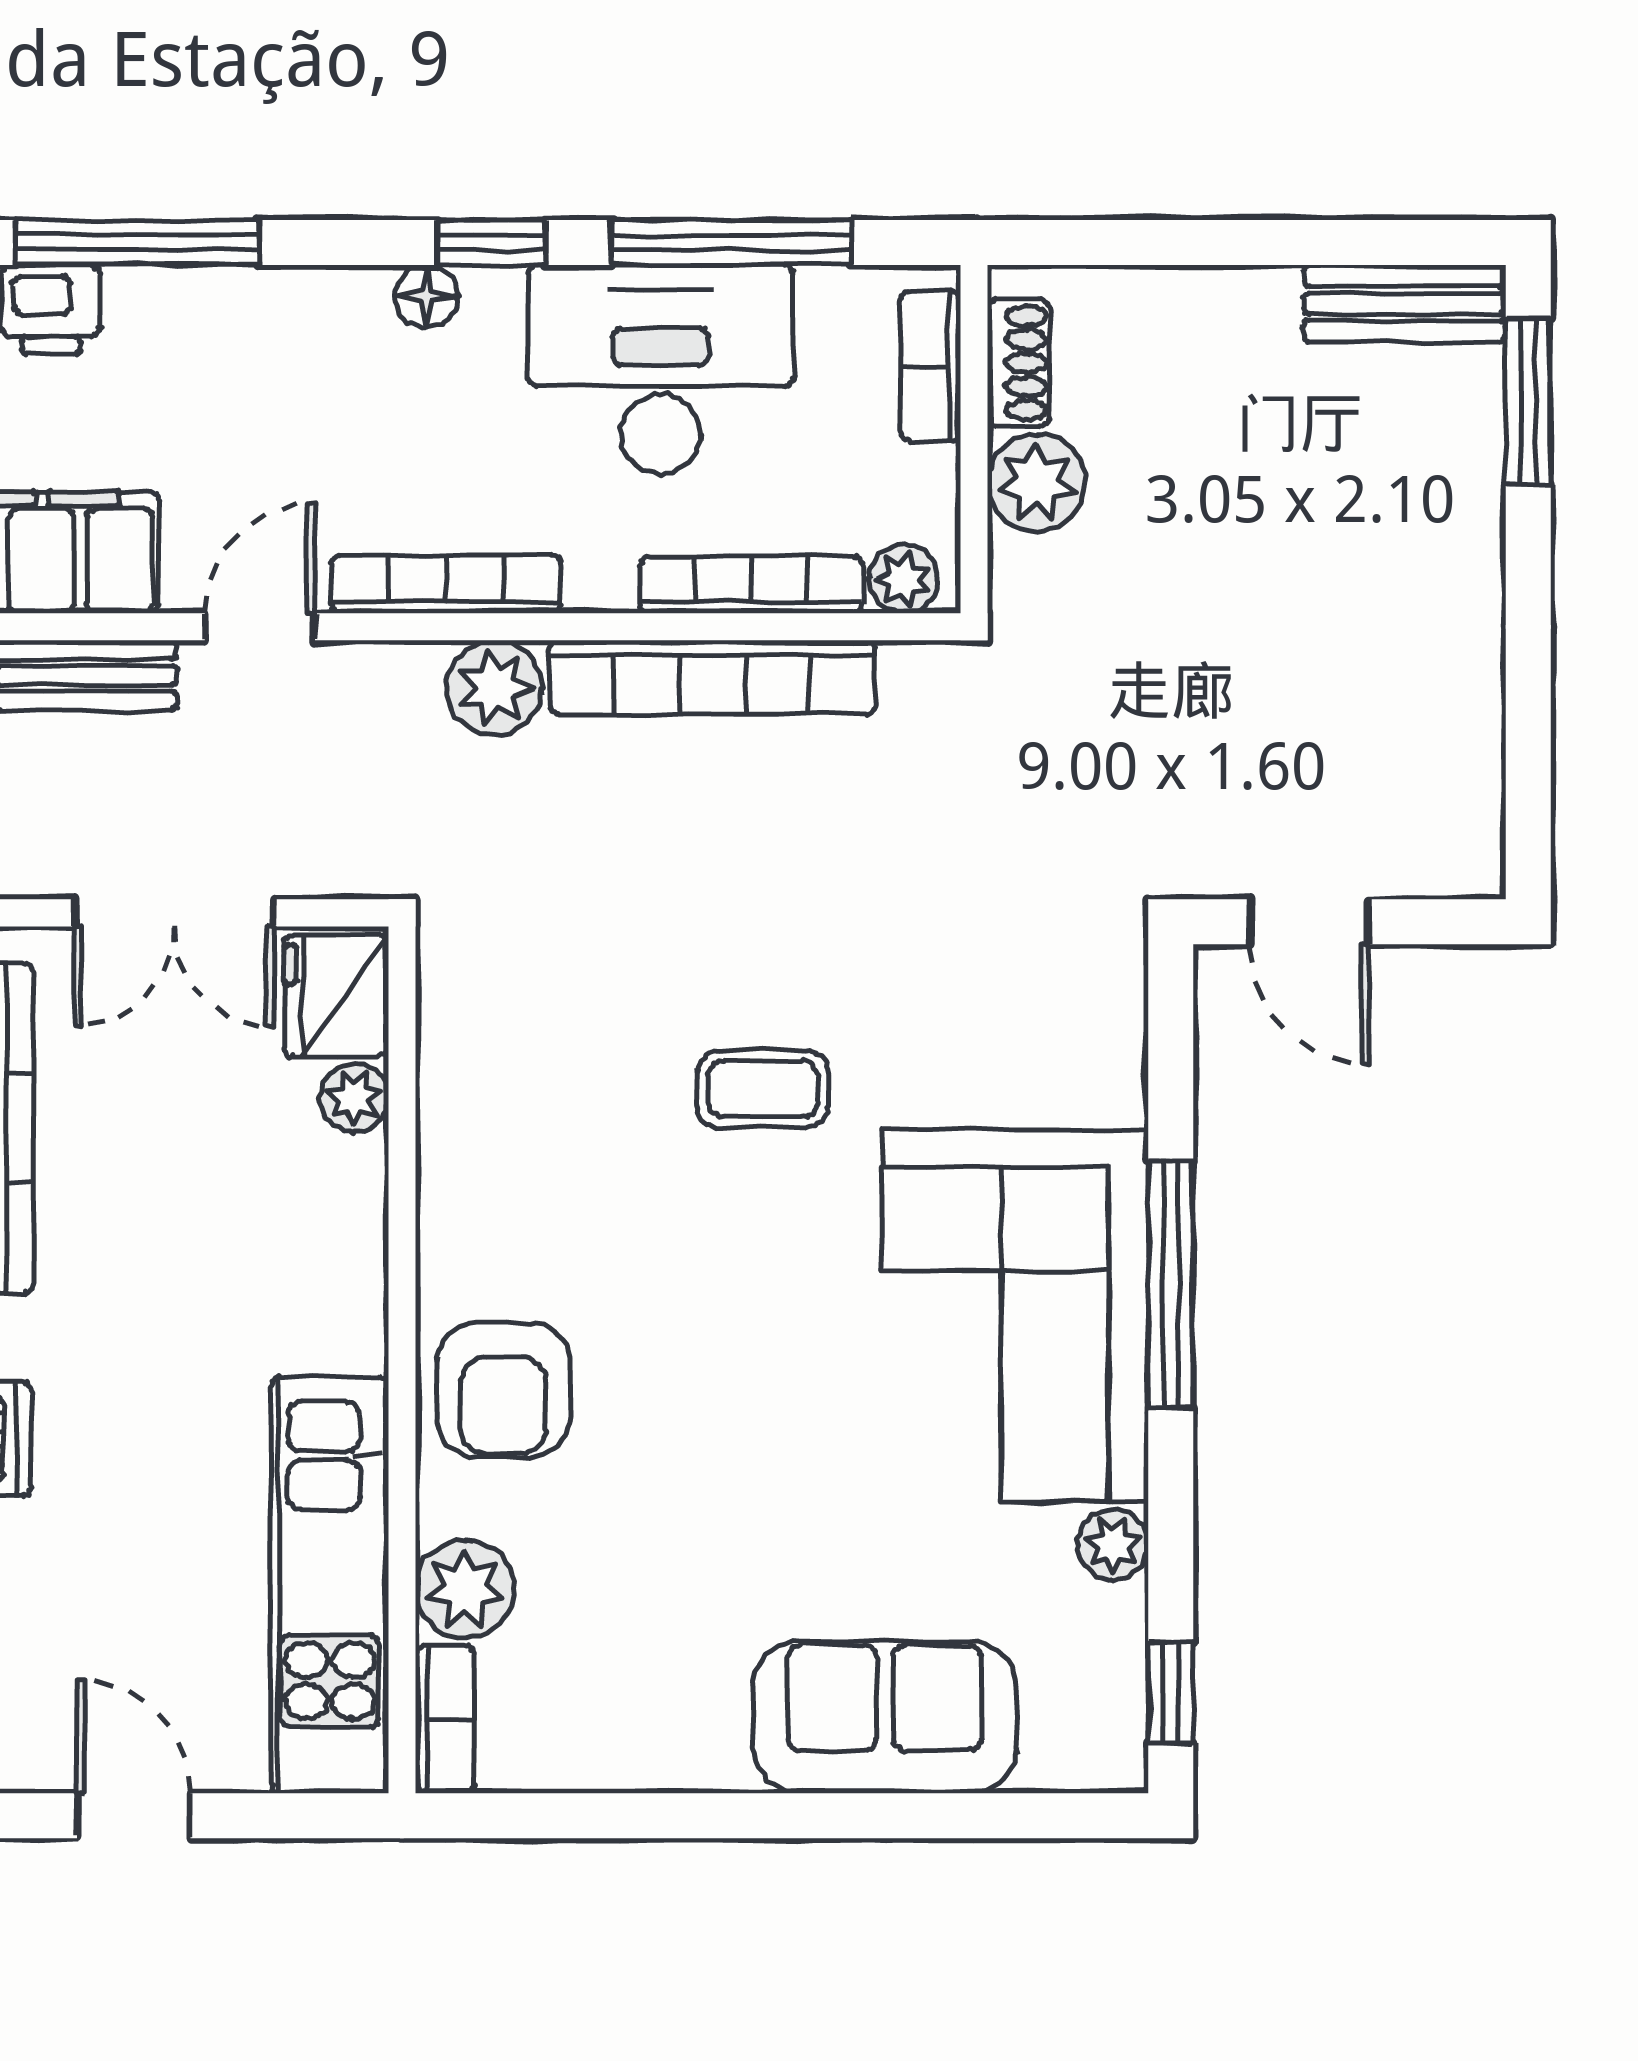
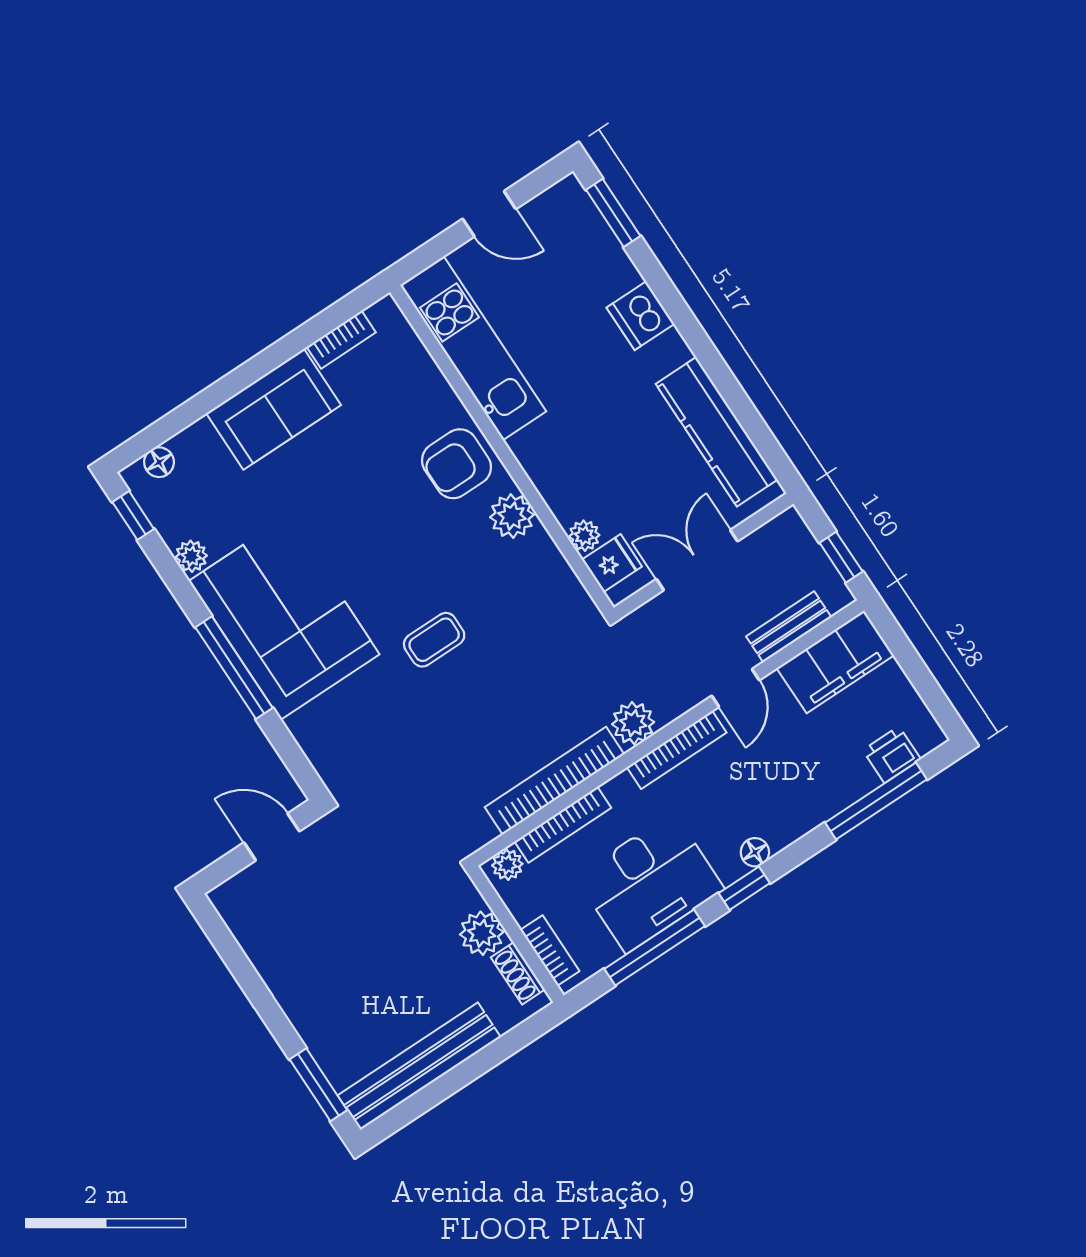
bench: (1405, 303) -> (419, 1066), width x1.86, depth x1.21
fridge: (336, 996) -> (612, 563), width x0.72
armchair: (504, 1390) -> (456, 464), turned -90
plant: (465, 1589) -> (512, 516), moved
sofa: (885, 1717) -> (274, 409), moved
bookcase: (445, 1720) -> (341, 340), moved, turned -90
floor lamp: (1057, 1760) -> (159, 462), added

